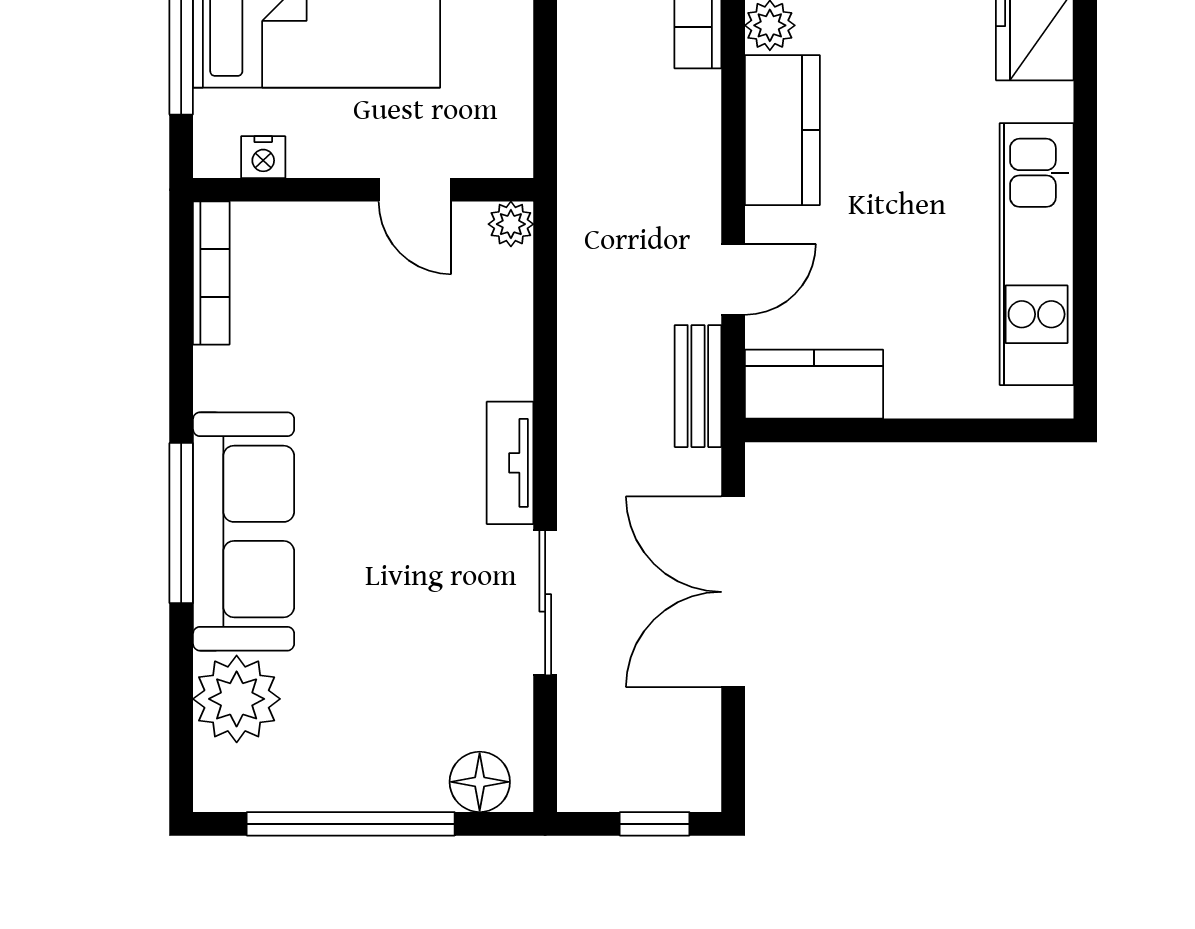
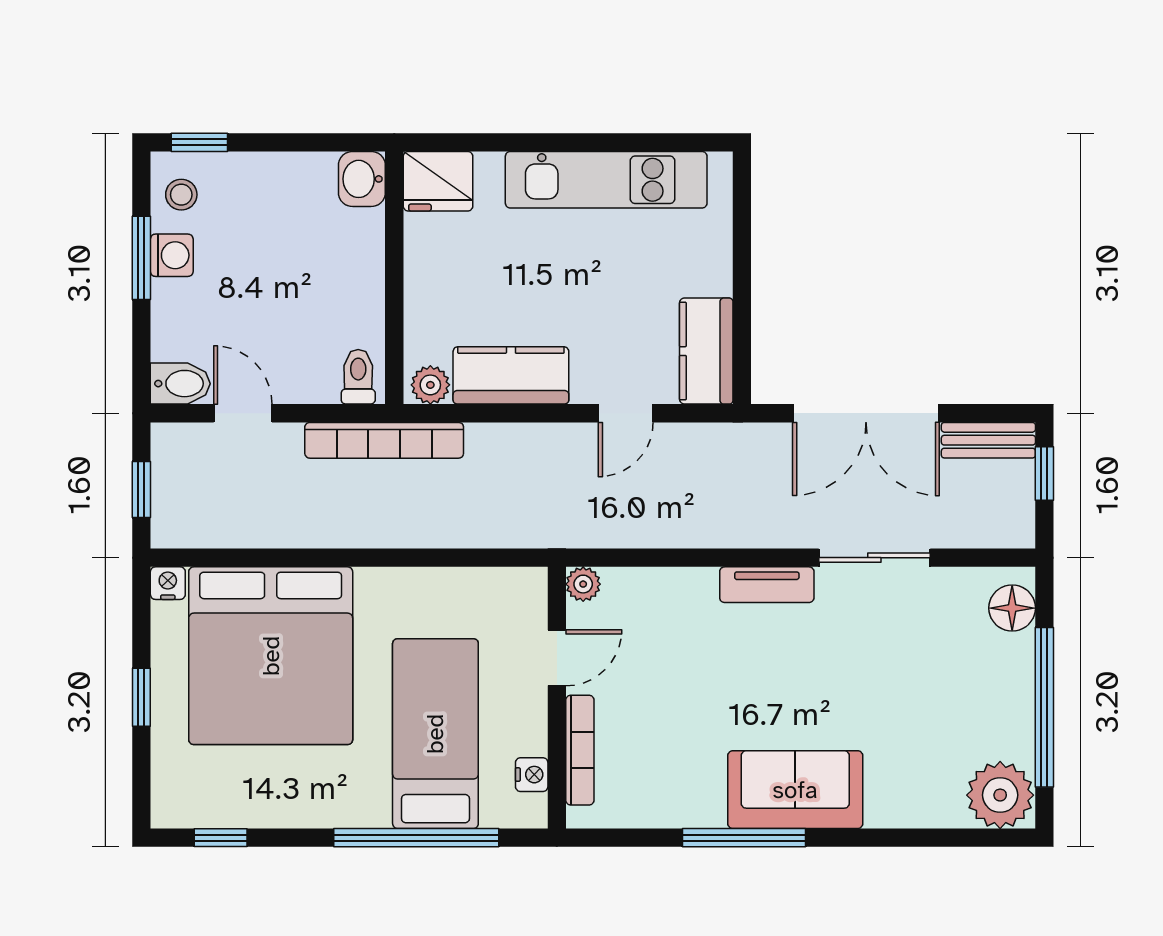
bookcase: (211, 273) -> (580, 750), moved, turned 90
door: (733, 279) -> (626, 413), swing flipped
bench: (698, 386) -> (988, 440), moved
window: (181, 523) -> (744, 838), moved
sofa: (244, 531) -> (795, 790), width x0.73
plant: (237, 699) -> (1000, 795), moved

